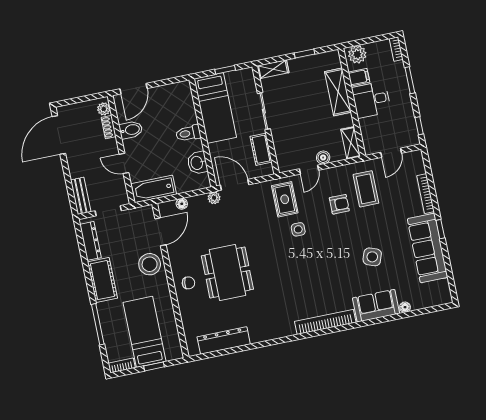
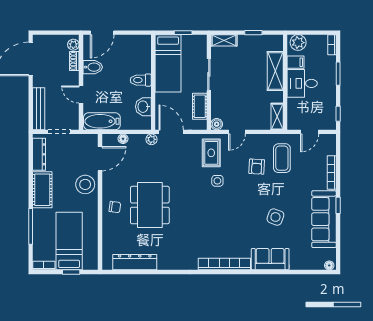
boiler: (323, 158) -> (217, 124), moved
bench: (81, 196) -> (39, 109), width x1.36
armchair: (339, 204) -> (257, 167), turned 93
floor lamp: (405, 307) -> (329, 265), moved

